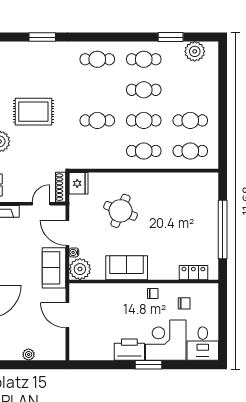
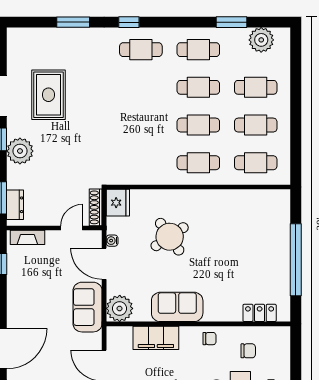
window: (88, 37) -> (129, 22), added
rug: (33, 112) -> (48, 95), moved, turned 90
cafe table: (97, 120) -> (256, 87), moved
round table: (121, 211) -> (170, 237), turned 34
water cooler: (74, 252) -> (112, 241), moved
filing cabinet: (109, 293) -> (156, 338), added

